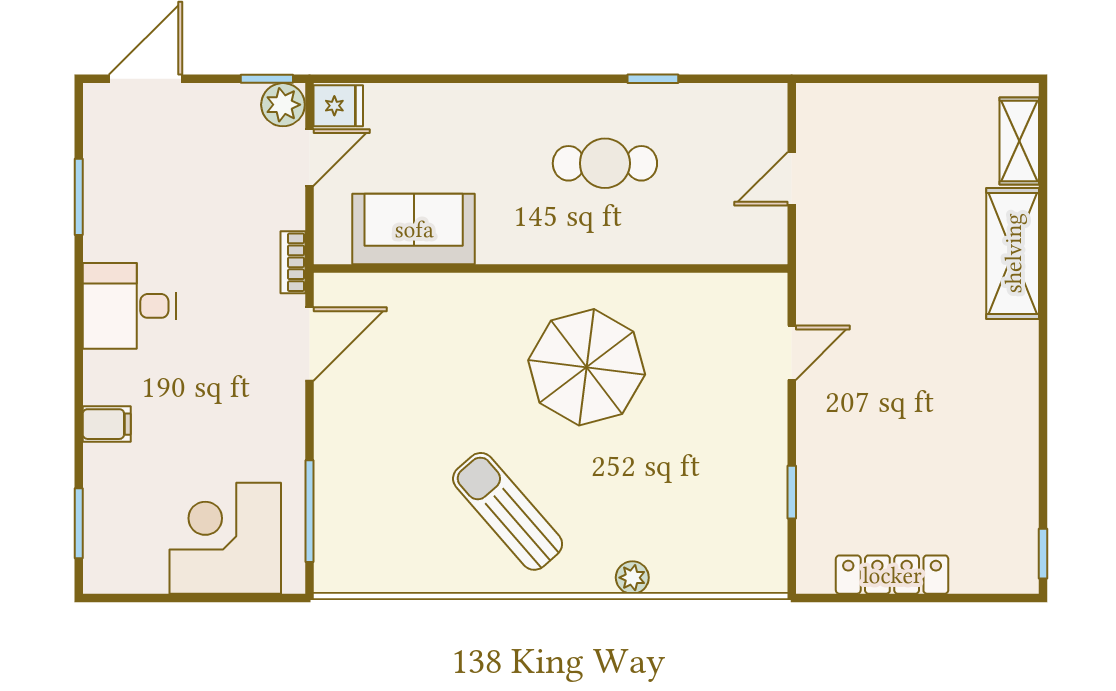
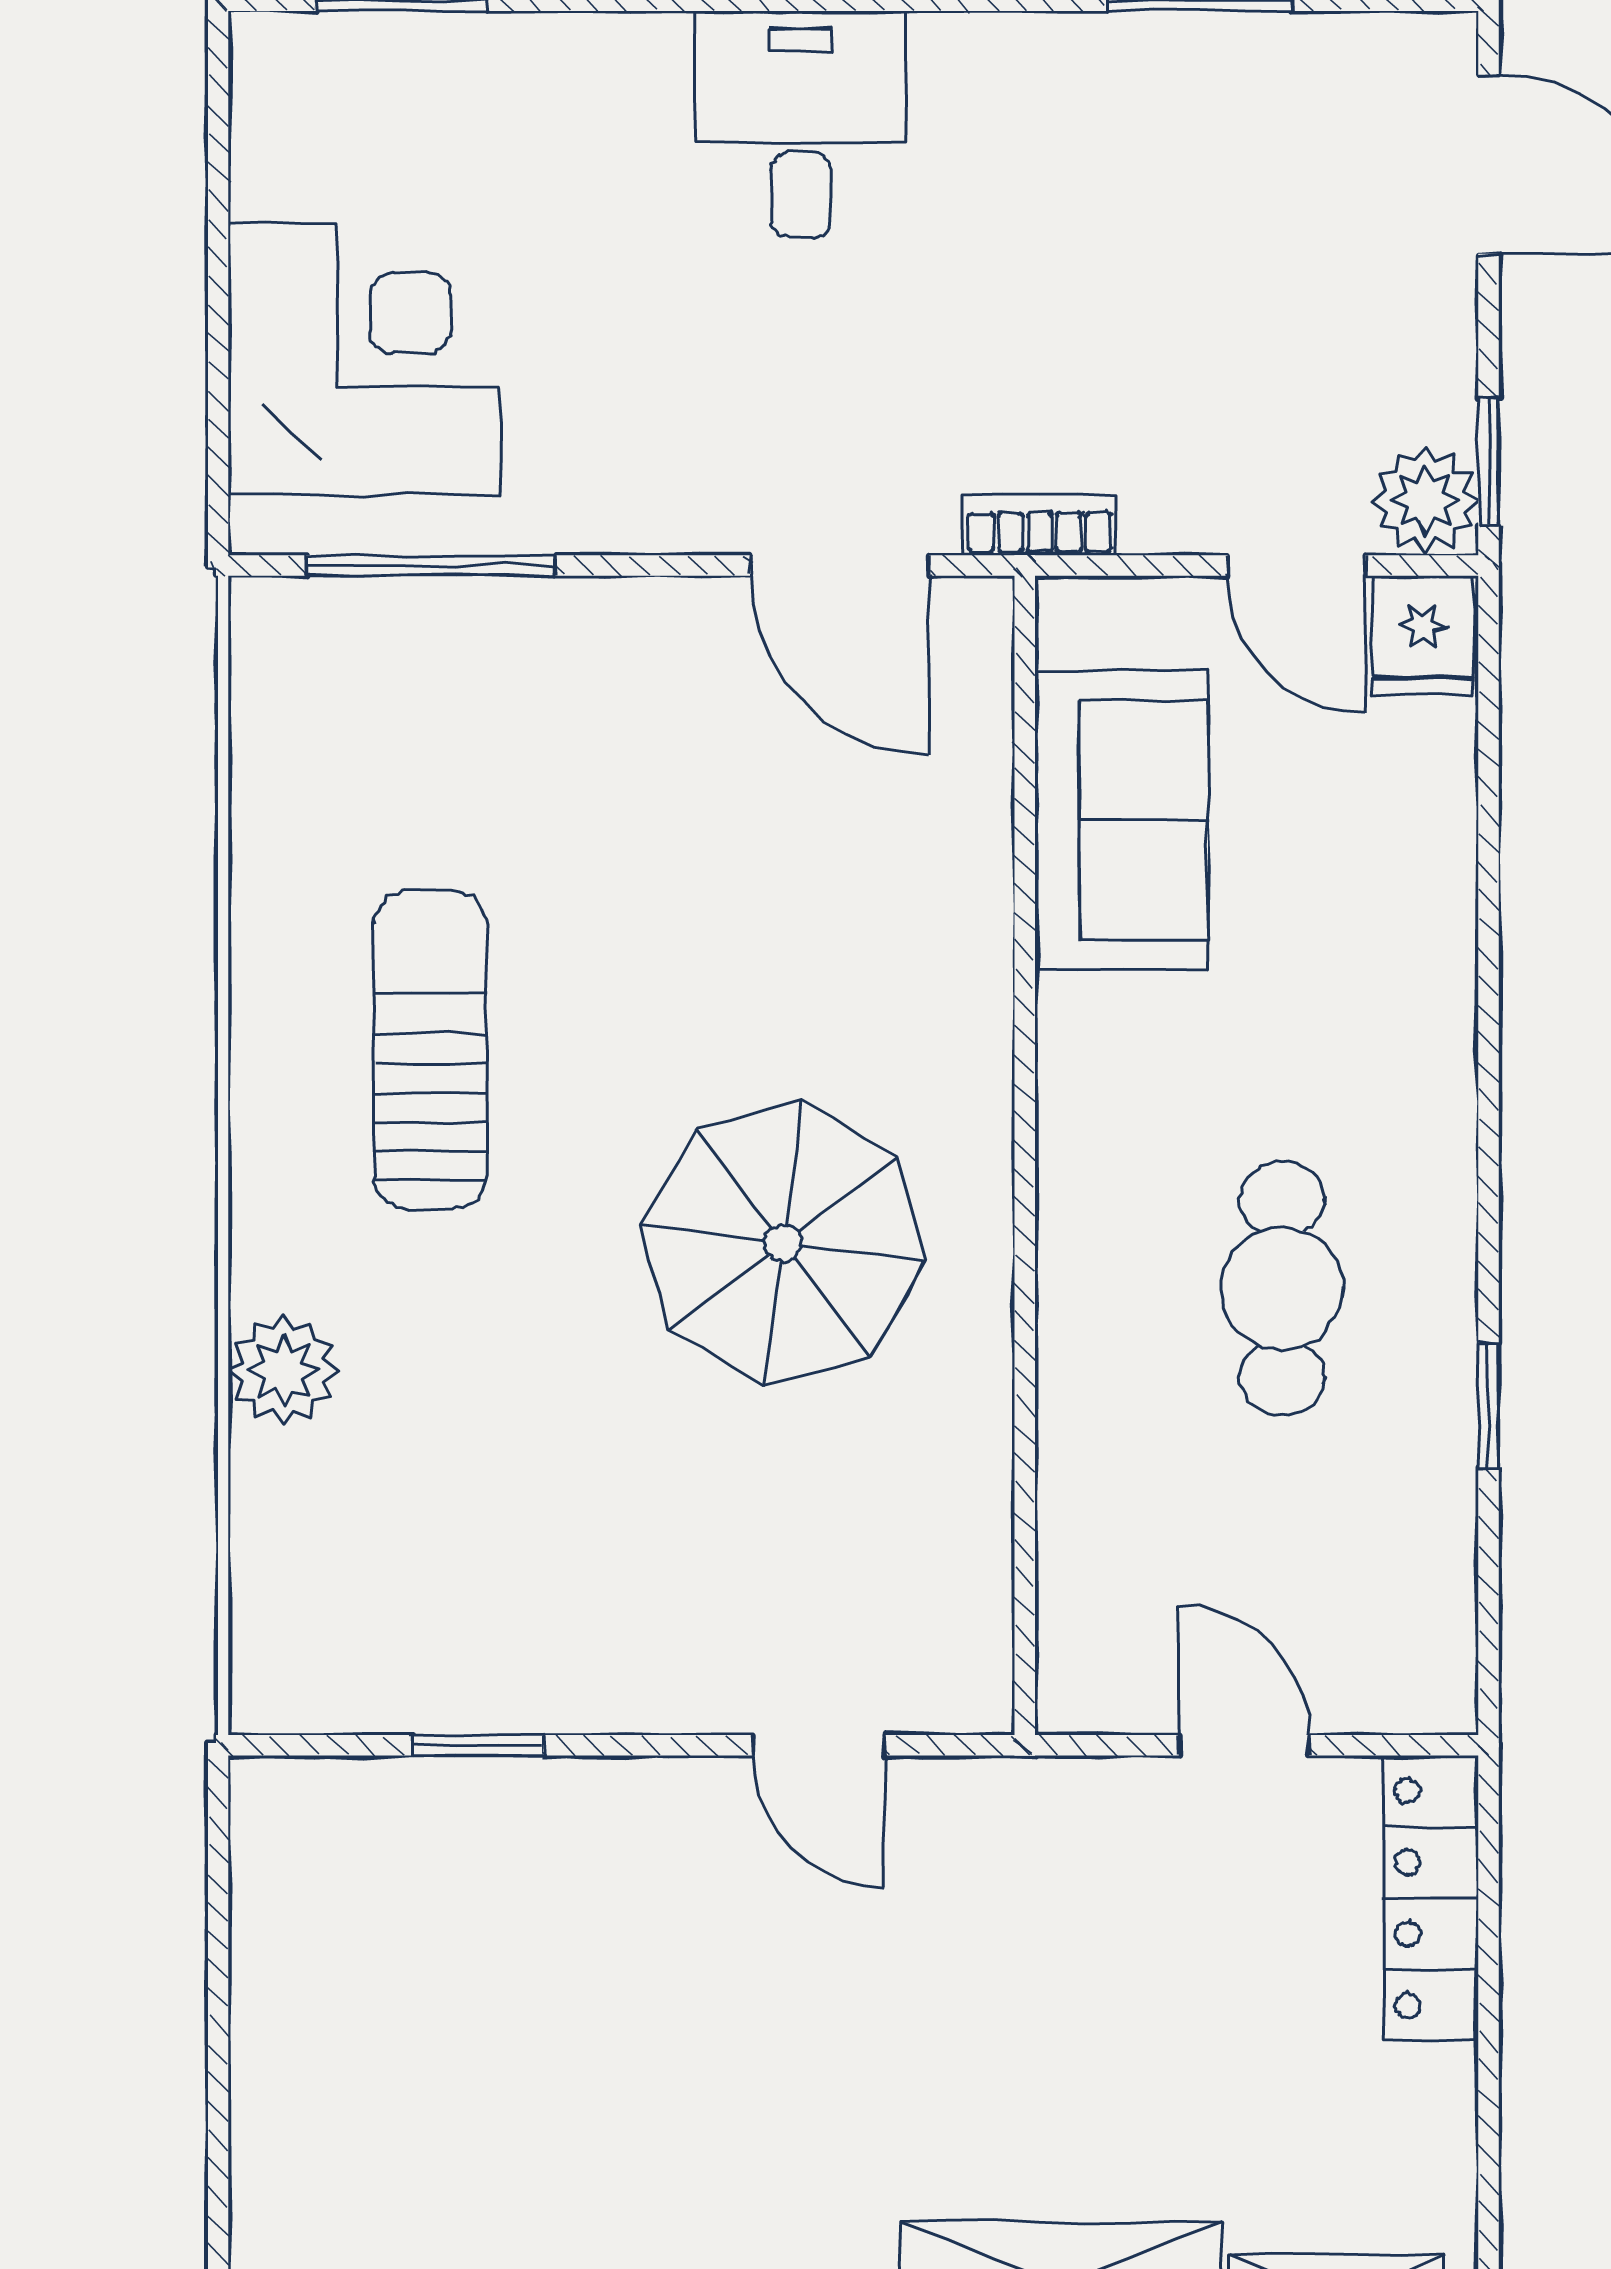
desk: (129, 306) -> (801, 124), moved
filing cabinet: (107, 424) -> (644, 69), removed
sun lounger: (508, 511) -> (430, 1050), turned -49
locker: (892, 575) -> (1431, 1898), moved, turned 180
plant: (632, 578) -> (283, 1370), width x1.38, depth x1.38

